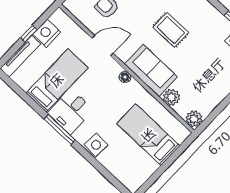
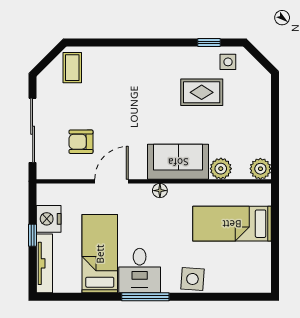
rug: (171, 30) -> (202, 92), moved

